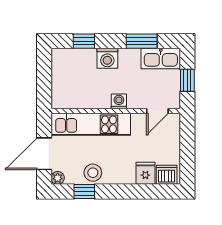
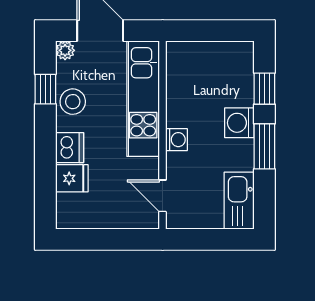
window: (142, 41) -> (264, 146), moved
window: (187, 80) -> (207, 239), removed
dishwasher: (167, 175) -> (70, 148), moved

